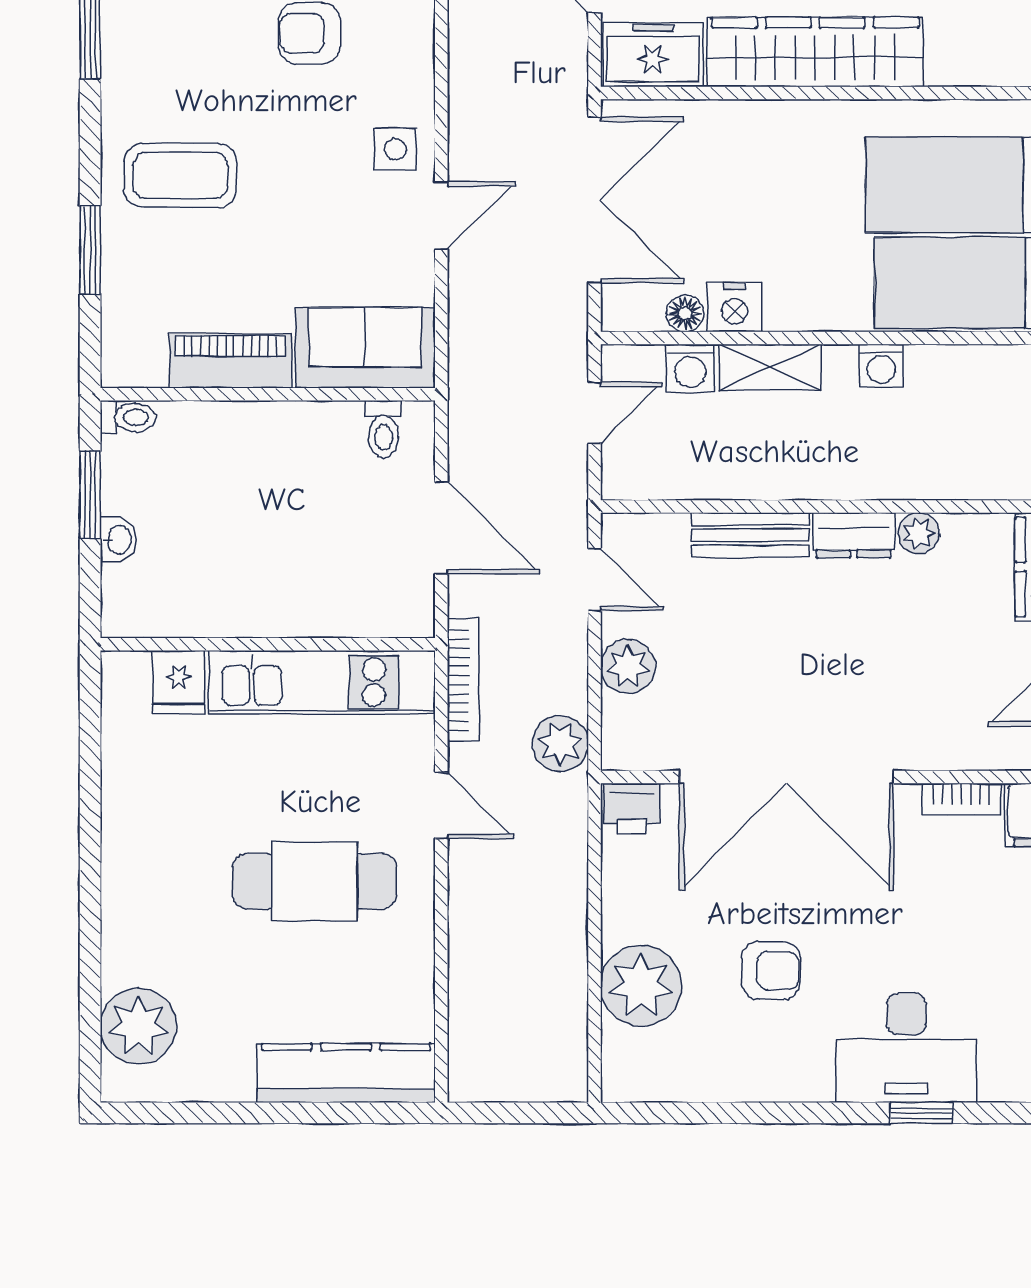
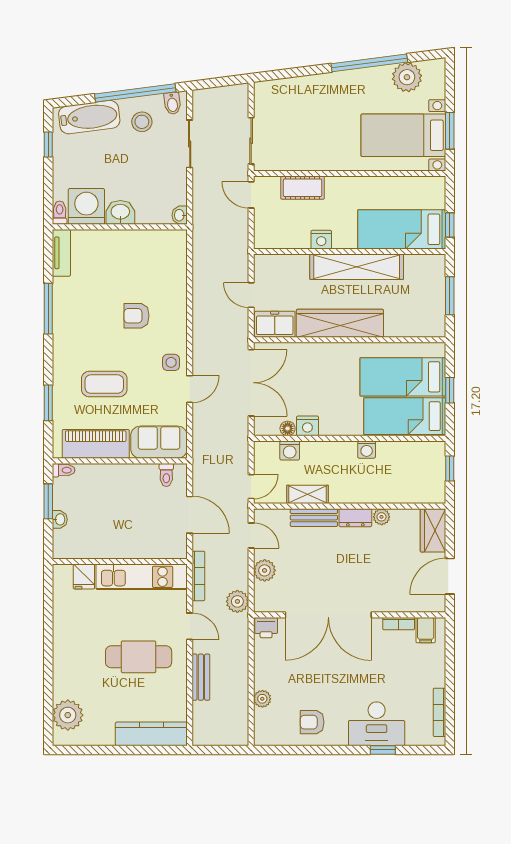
coffee table: (180, 175) -> (104, 384), moved
piano: (230, 361) -> (96, 444), width x1.37, depth x1.33
shelving: (770, 367) -> (308, 494), moved
door: (594, 413) -> (251, 487), moved
bench: (469, 932) -> (201, 677), added
armchair: (771, 971) -> (312, 722), moved, turned 180
plant: (641, 986) -> (262, 699), width x0.53, depth x0.53

